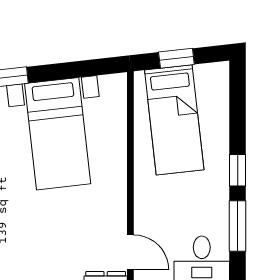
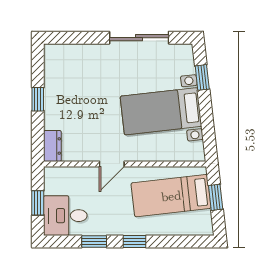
window: (238, 226) -> (94, 242), width x0.67
door: (130, 252) -> (112, 164), moved

